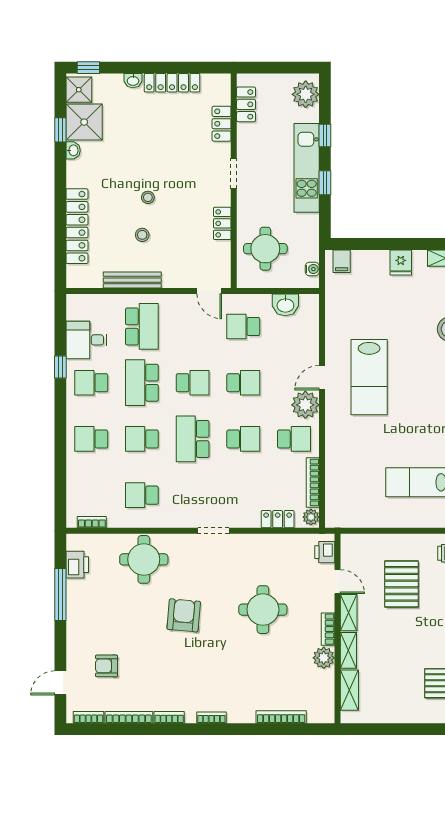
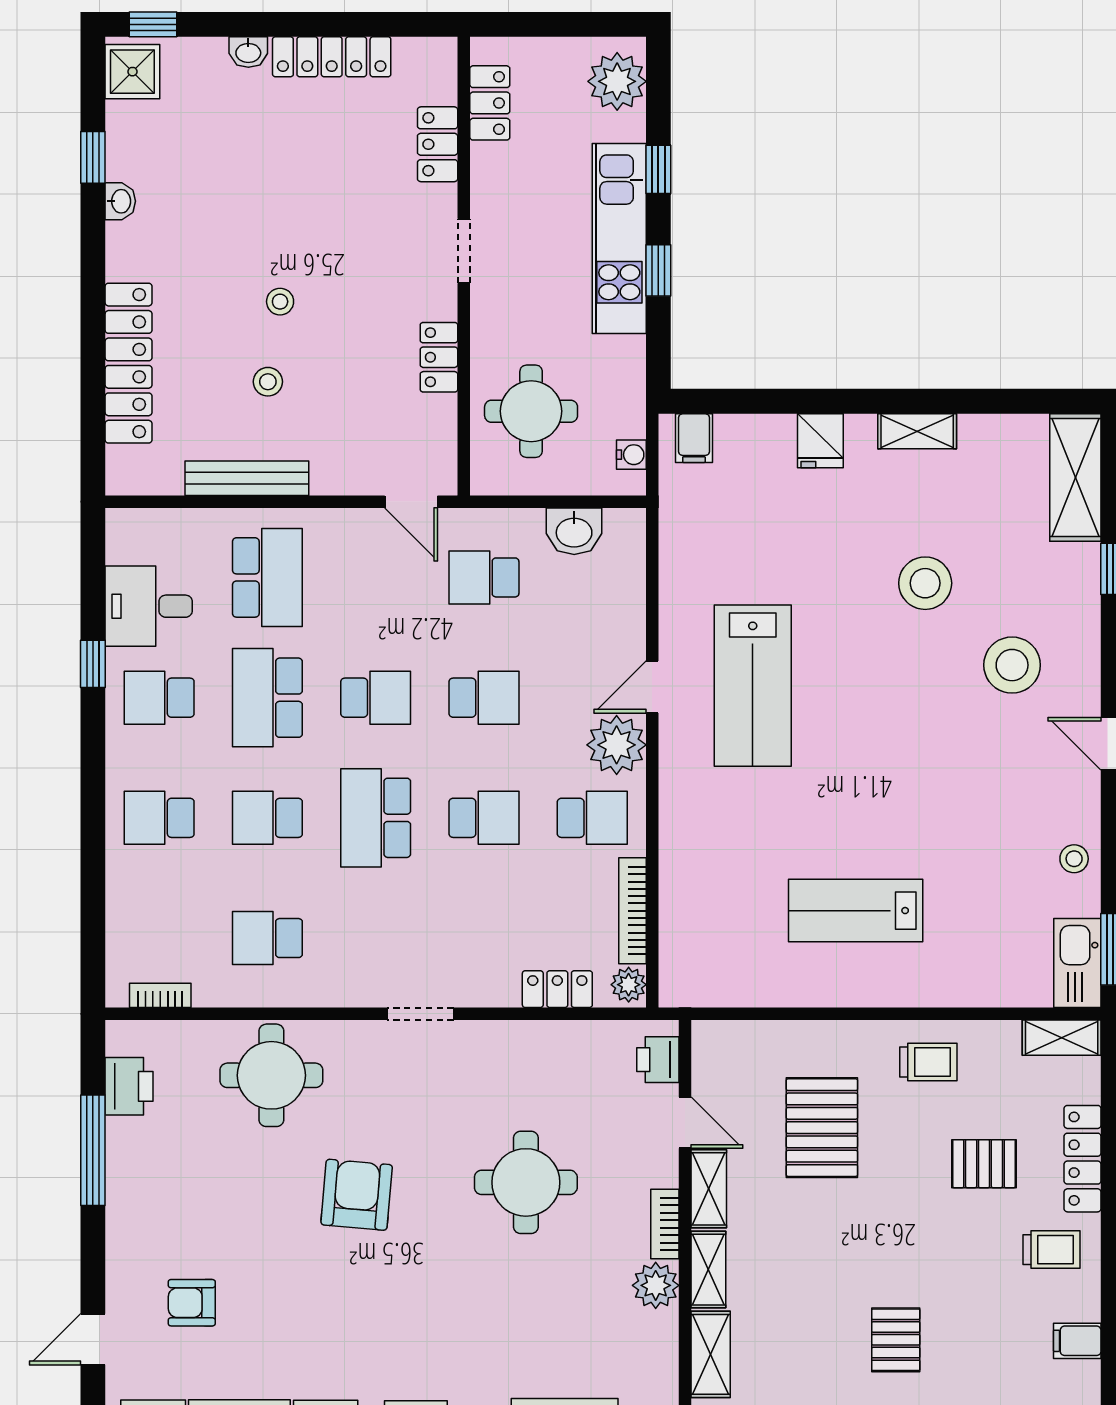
shower: (84, 122) -> (144, 141), removed

